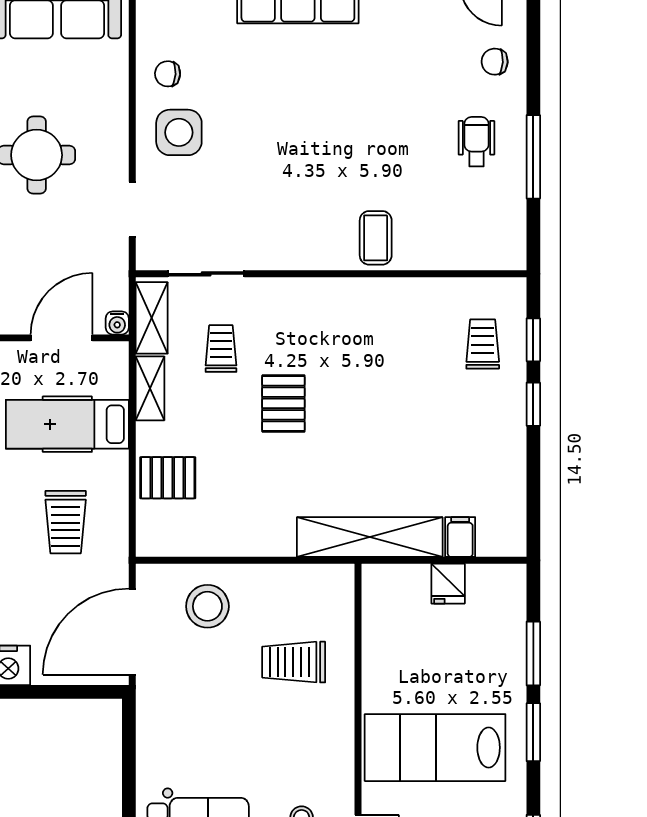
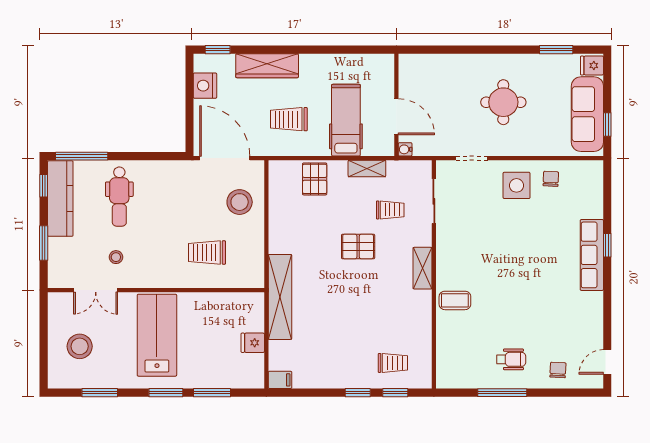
shelving: (152, 318) -> (422, 268), moved, turned 90
filing cabinet: (460, 537) -> (280, 380), moved
trolley: (294, 662) -> (207, 252), turned -90

